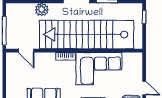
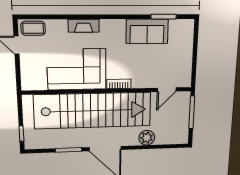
door: (26, 51) -> (167, 90), swing flipped

